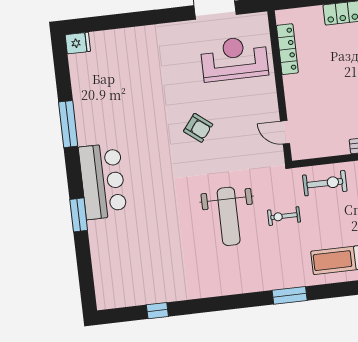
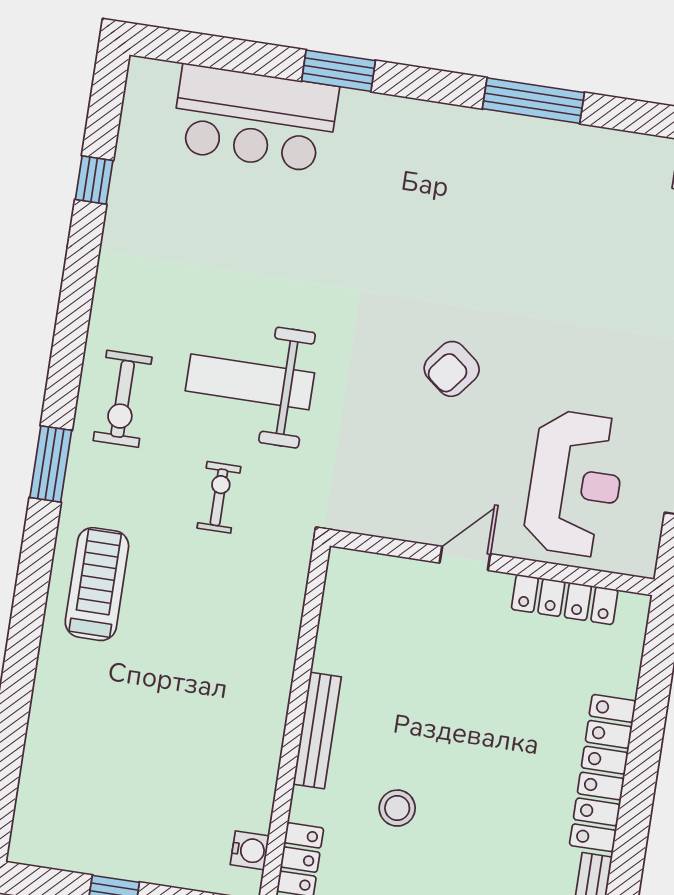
door: (285, 132) -> (465, 558), moved
bar counter: (103, 181) -> (255, 118), moved
exercise bike: (325, 183) -> (123, 399), moved

